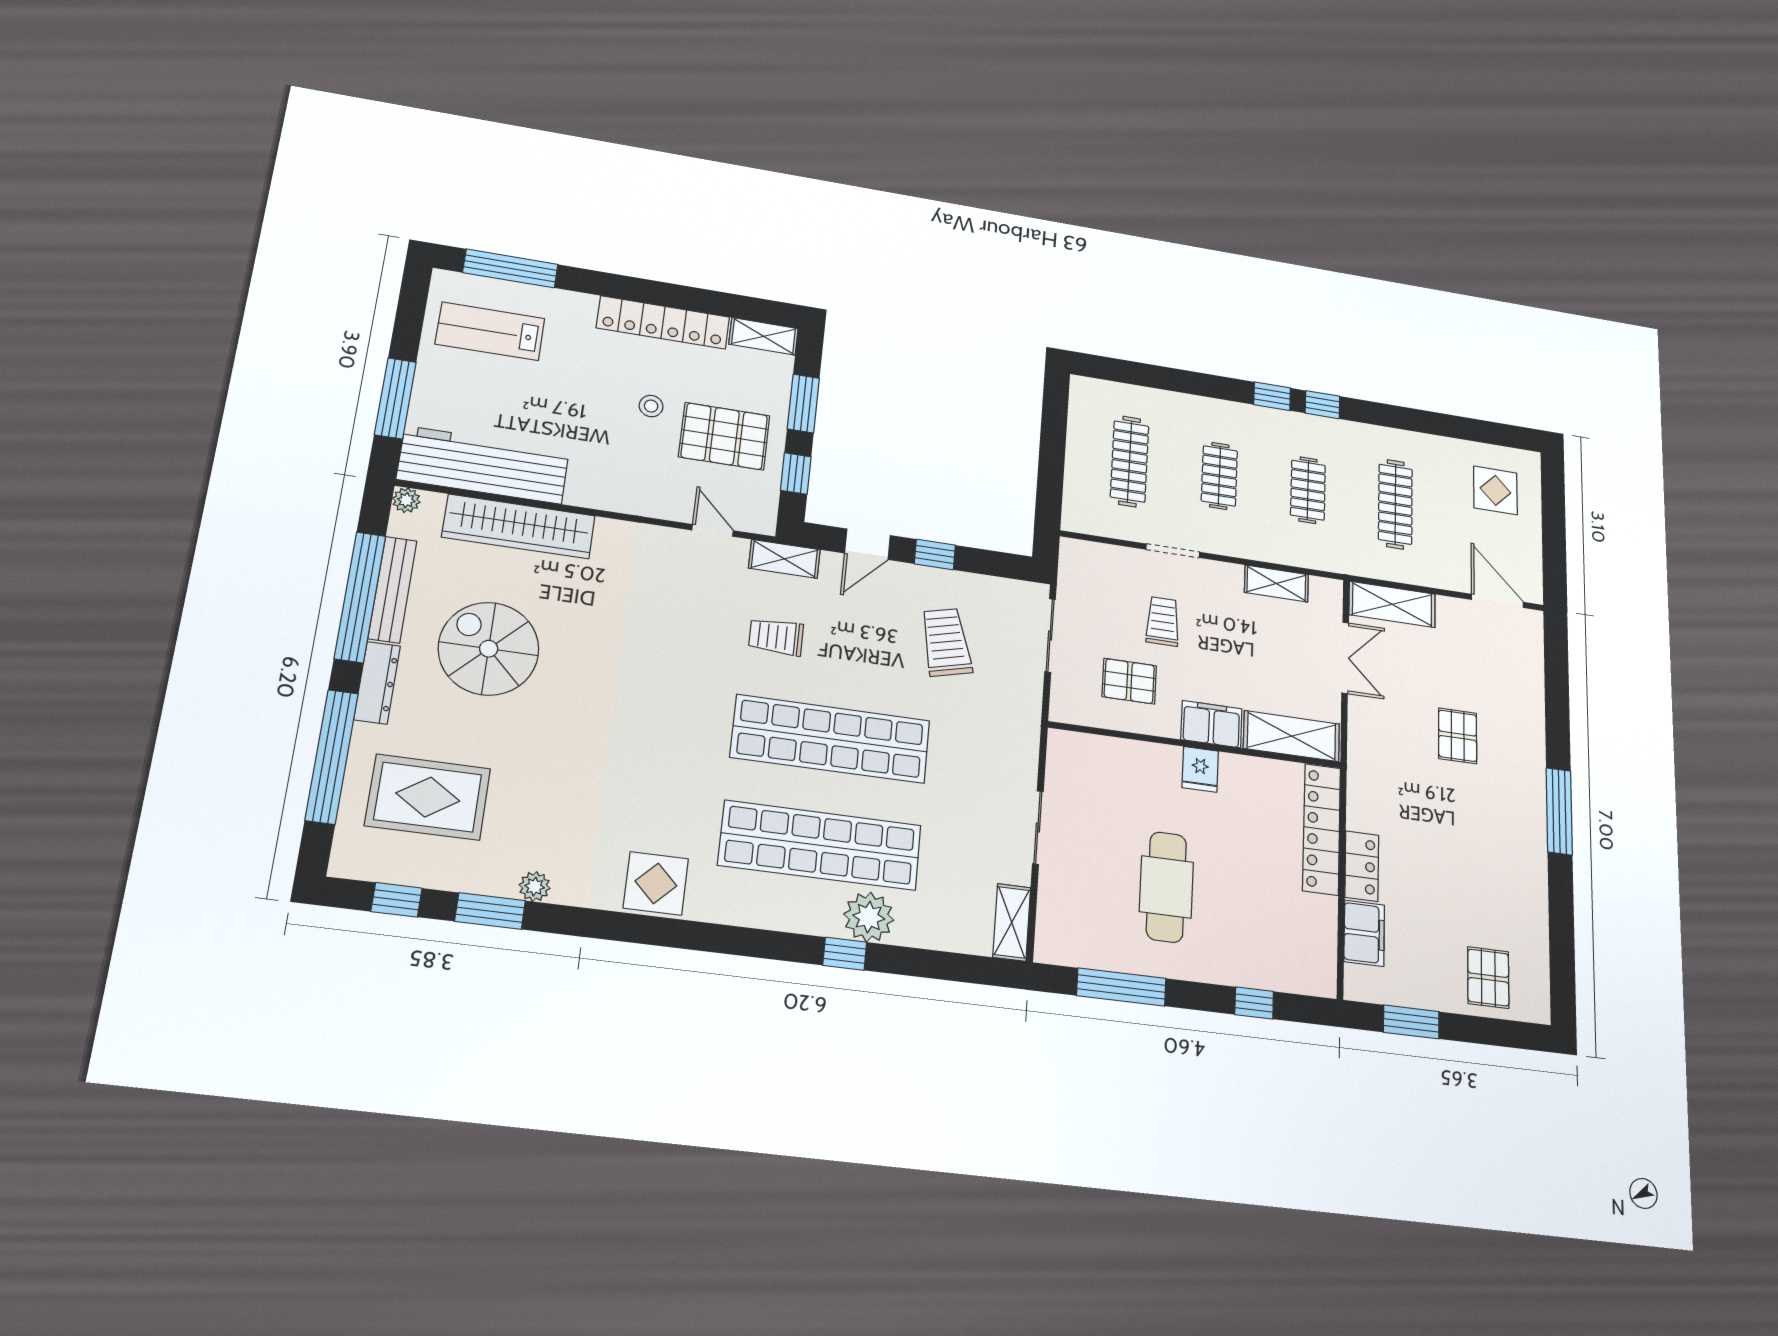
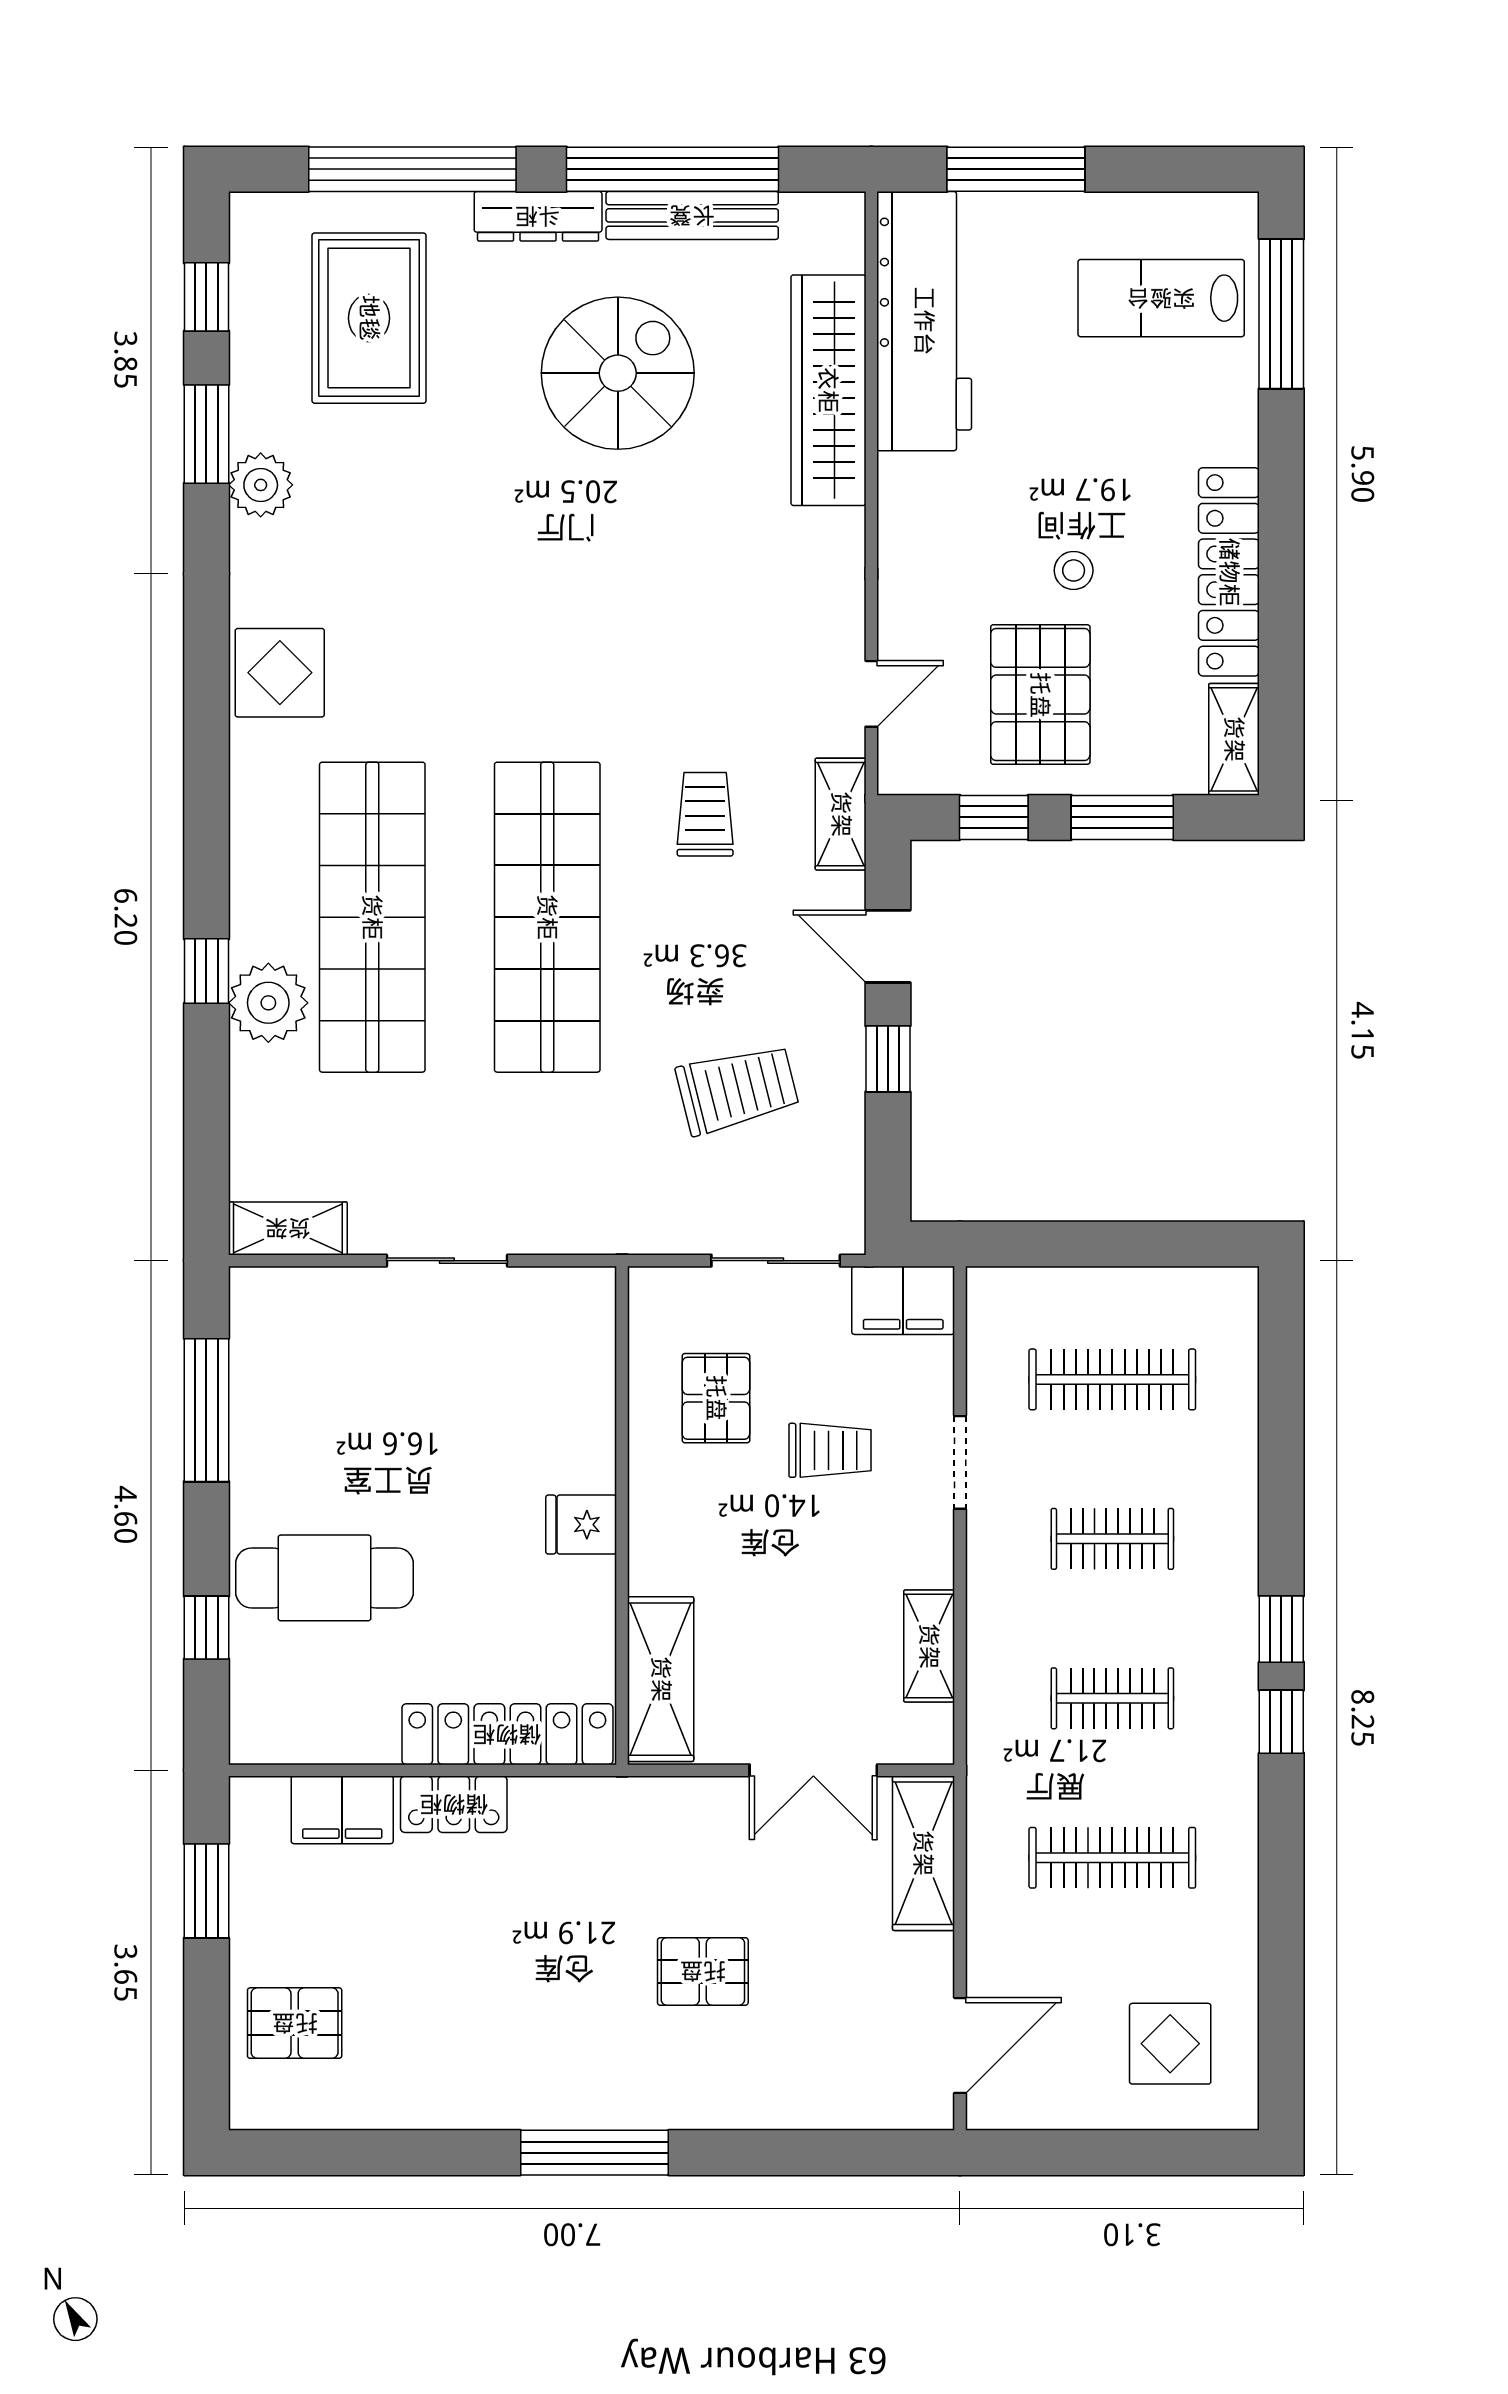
lab bench: (490, 331) -> (1161, 298), turned -90
plant: (406, 500) -> (844, 213), removed
filing cabinet: (1211, 724) -> (903, 1300), moved, turned 90
plant: (535, 887) -> (261, 485), width x1.38, depth x1.38
cafe table: (1166, 887) -> (324, 1578), moved

